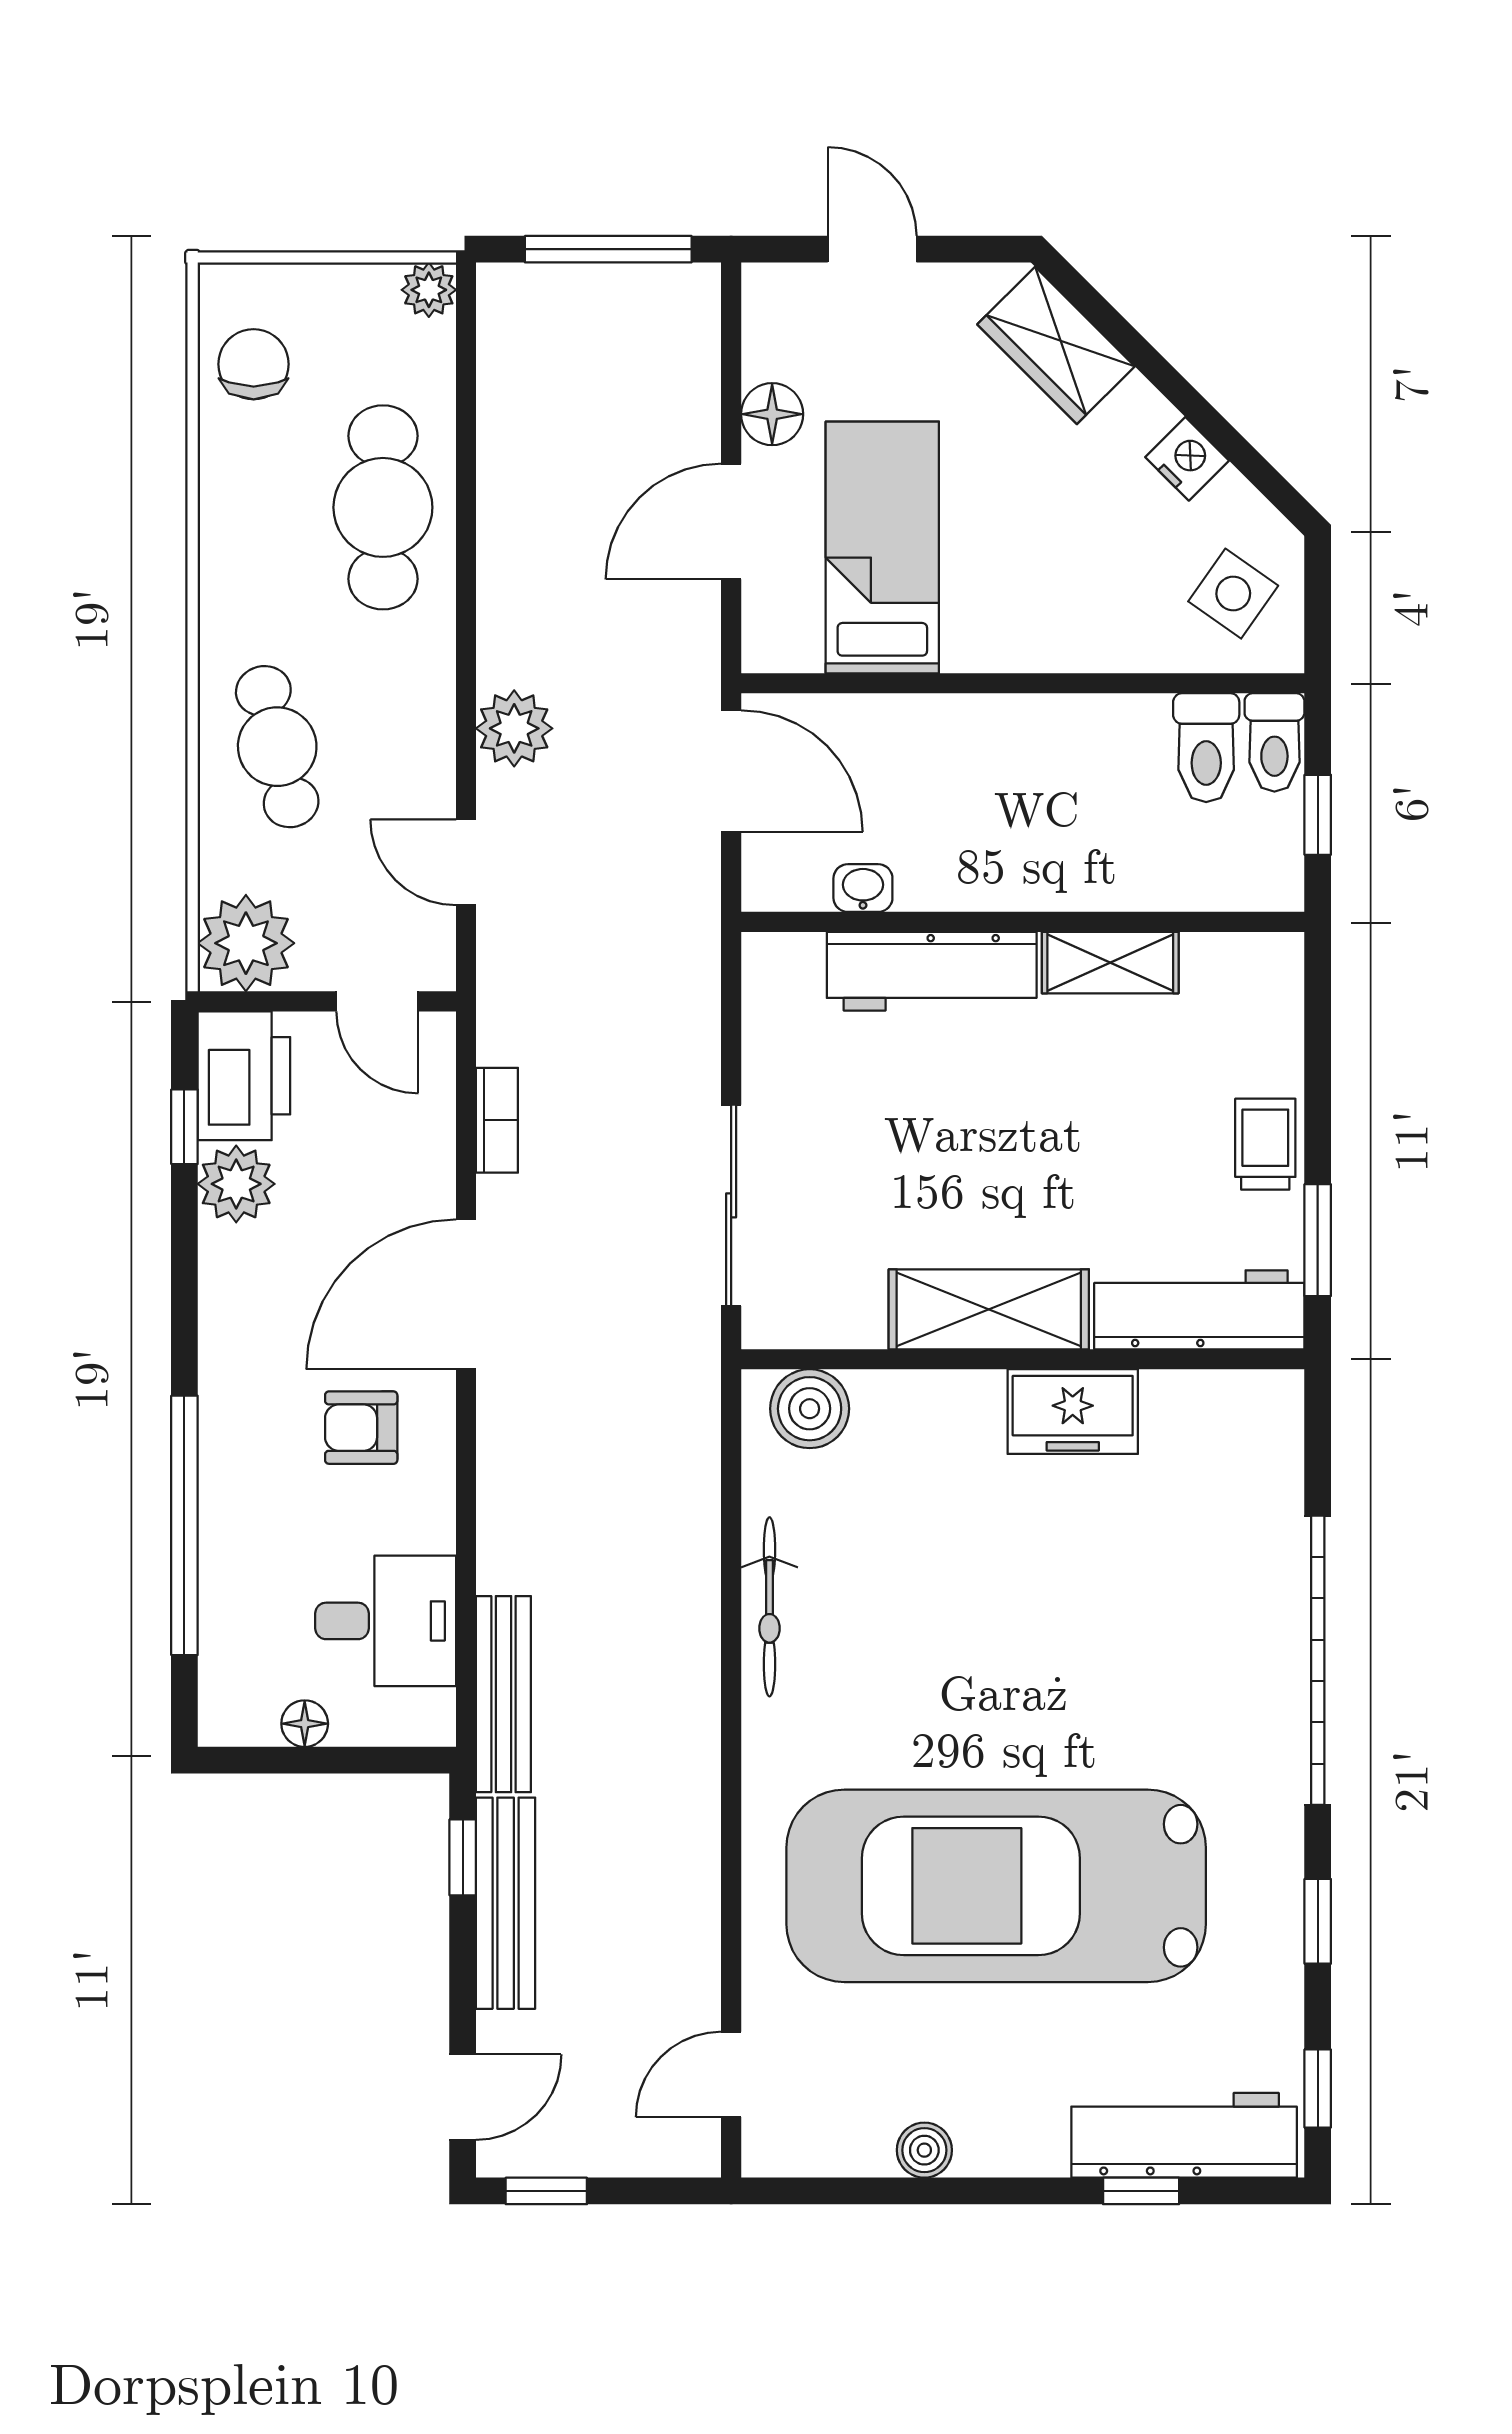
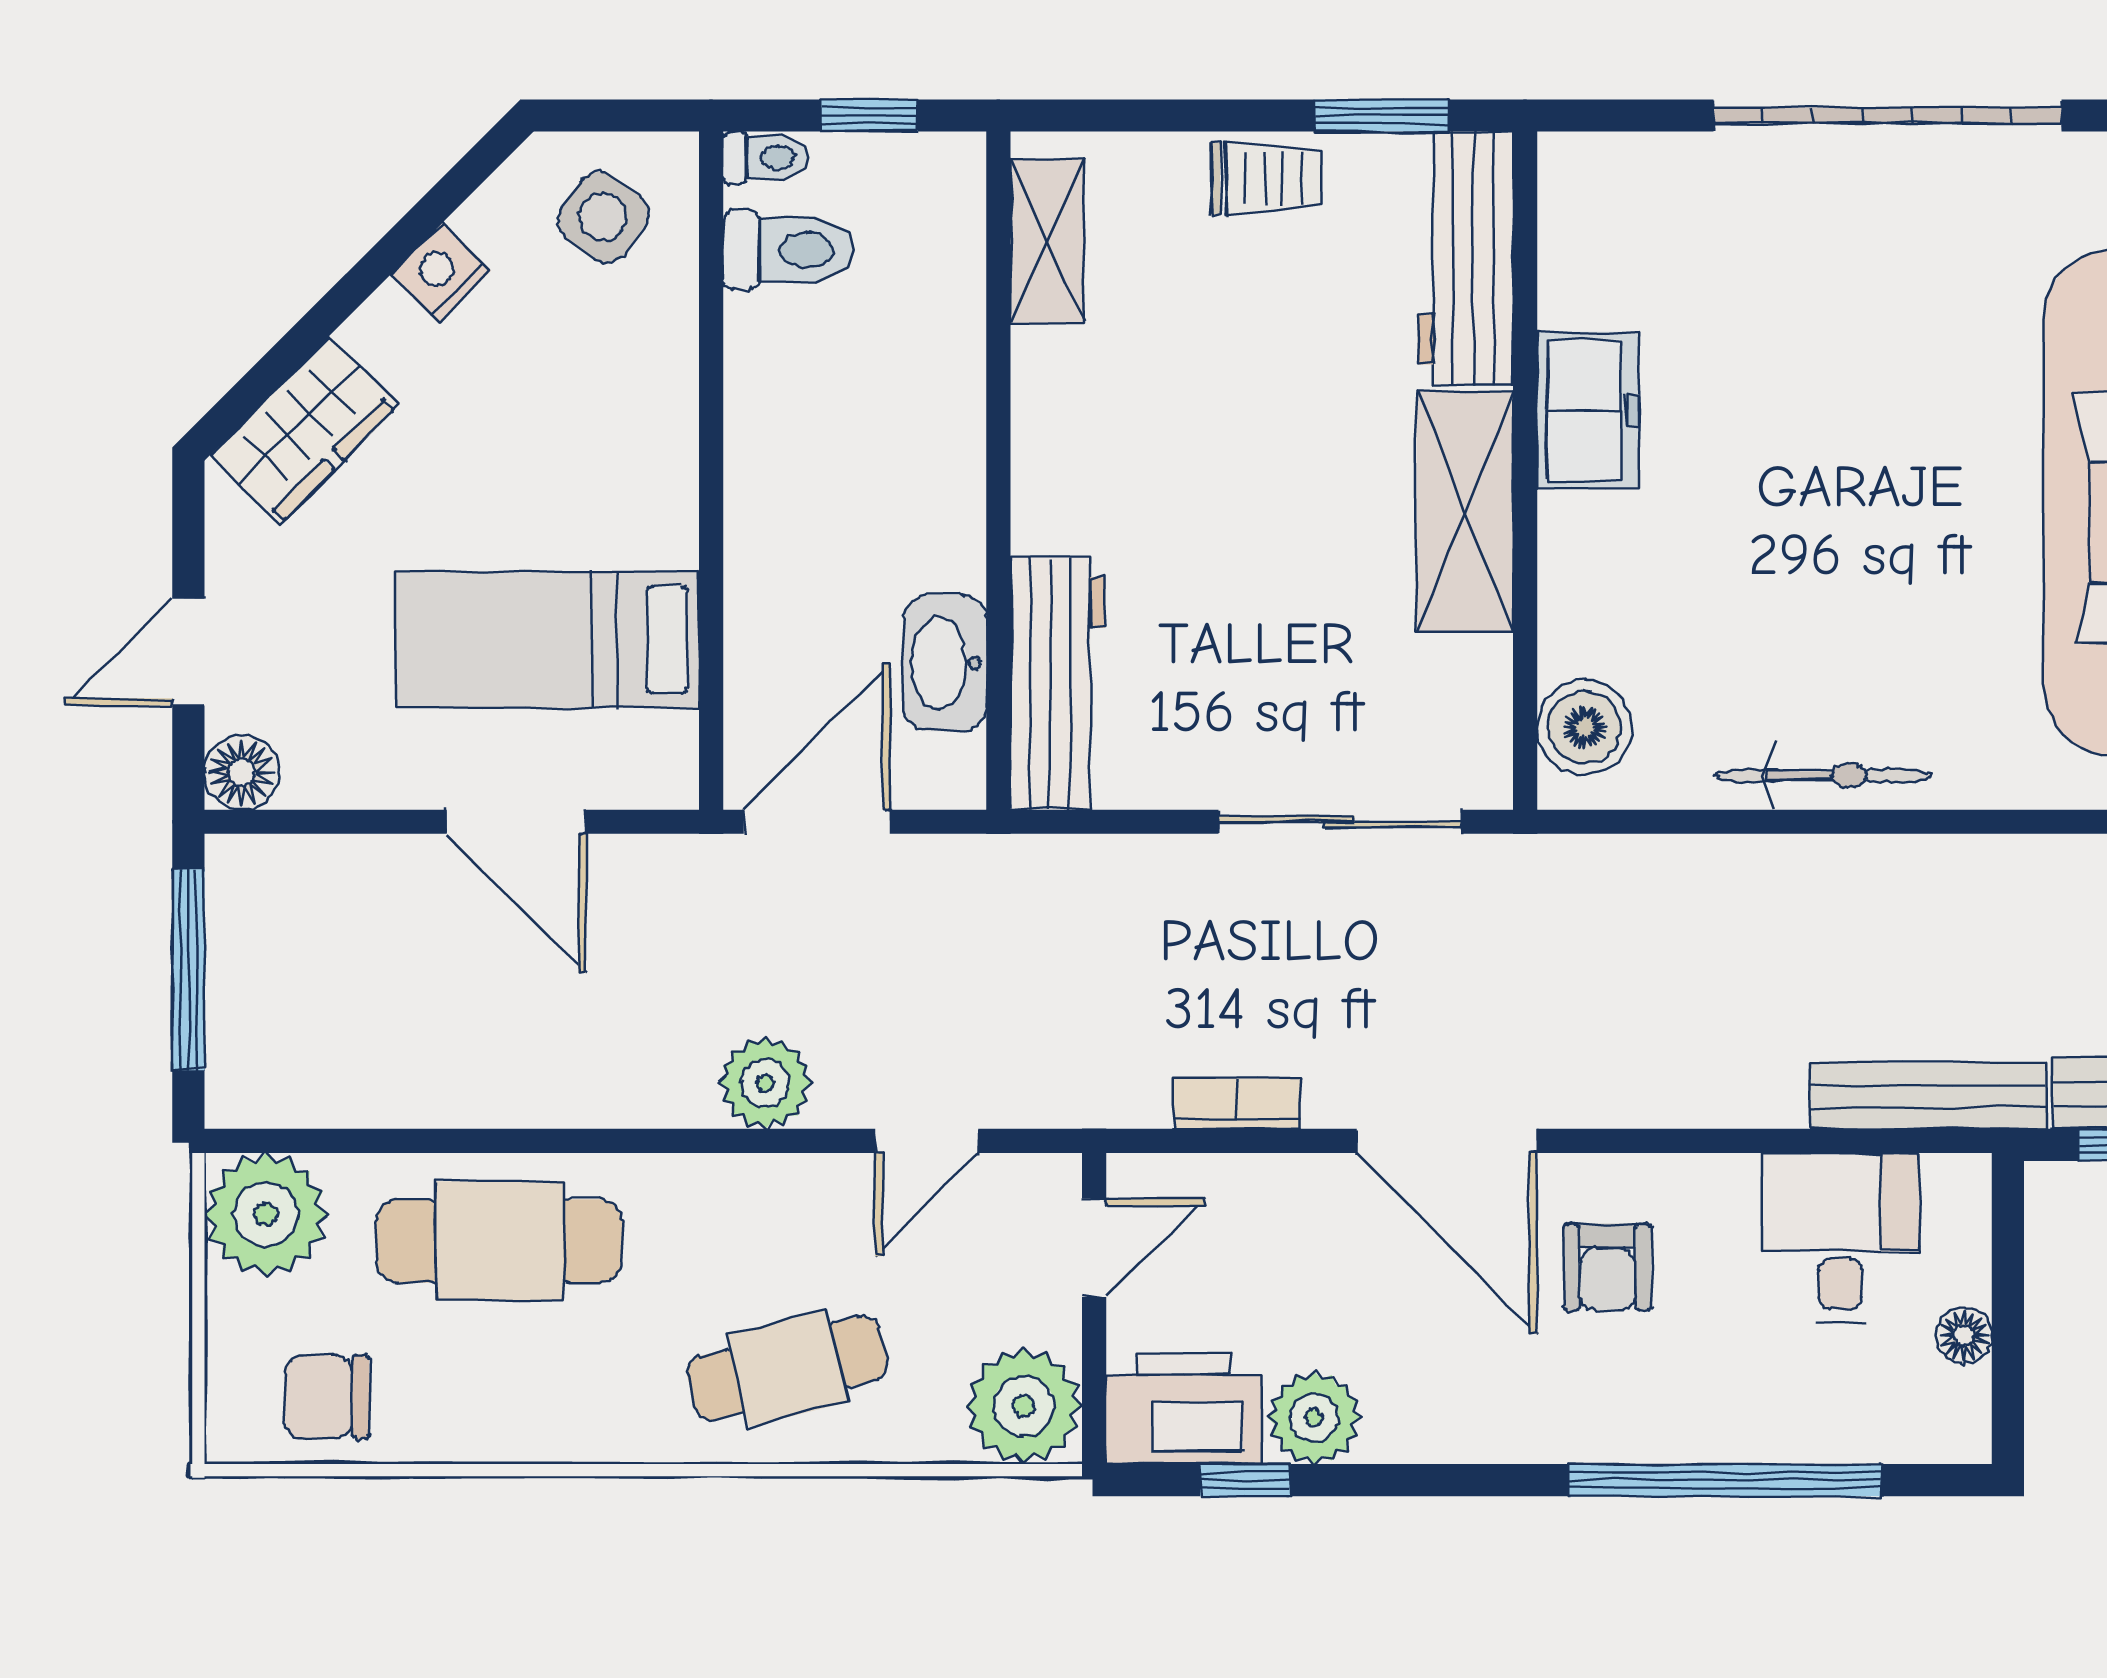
plant: (429, 290) -> (266, 1215), width x1.88, depth x1.88
floor lamp: (772, 414) -> (242, 772), moved
toilet: (1274, 742) -> (766, 158), width x0.73, depth x0.72
washbasin: (863, 888) -> (945, 663), width x1.91, depth x1.45
shelving: (1110, 963) -> (1047, 241), moved
workbench: (932, 971) -> (1058, 684), moved
trolley: (1265, 1144) -> (1266, 179), turned 180

